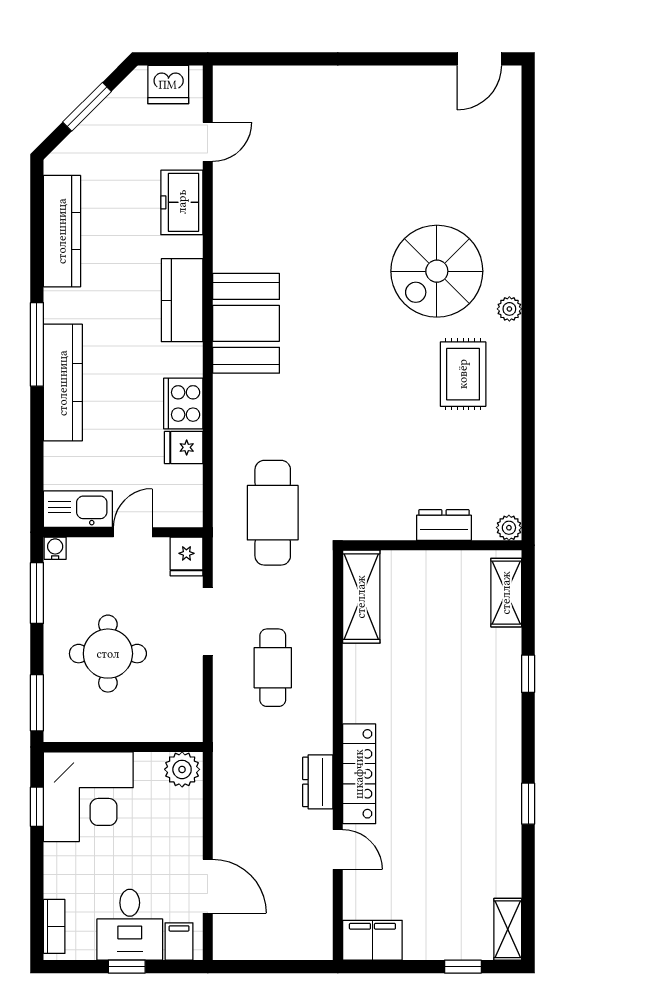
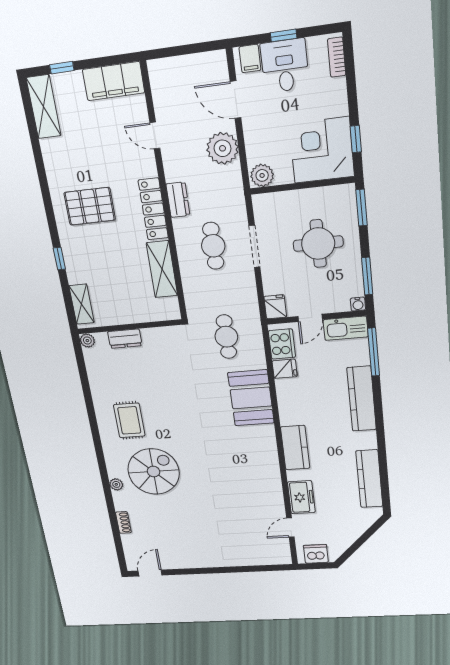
window: (87, 107) -> (361, 541), removed
shoe rack: (511, 170) -> (123, 522), added
plant: (509, 309) -> (116, 484), moved
booth: (246, 323) -> (251, 398), moved
window: (37, 344) -> (374, 352), moved
cooker: (183, 403) -> (282, 344), moved
cafe table: (273, 513) -> (226, 337), width x0.73, depth x0.74
shelving: (361, 597) -> (162, 269), moved
doorway: (208, 622) -> (254, 246), moved
pallet: (461, 753) -> (90, 206), added
locker: (359, 774) -> (153, 209), moved
dresser: (318, 782) -> (178, 200), moved
window: (528, 804) -> (43, 180), removed
plant: (237, 818) -> (223, 148), added
shelving: (508, 929) -> (44, 107), width x1.50, depth x1.33
filing cabinet: (372, 940) -> (114, 81), width x1.50, depth x1.17

